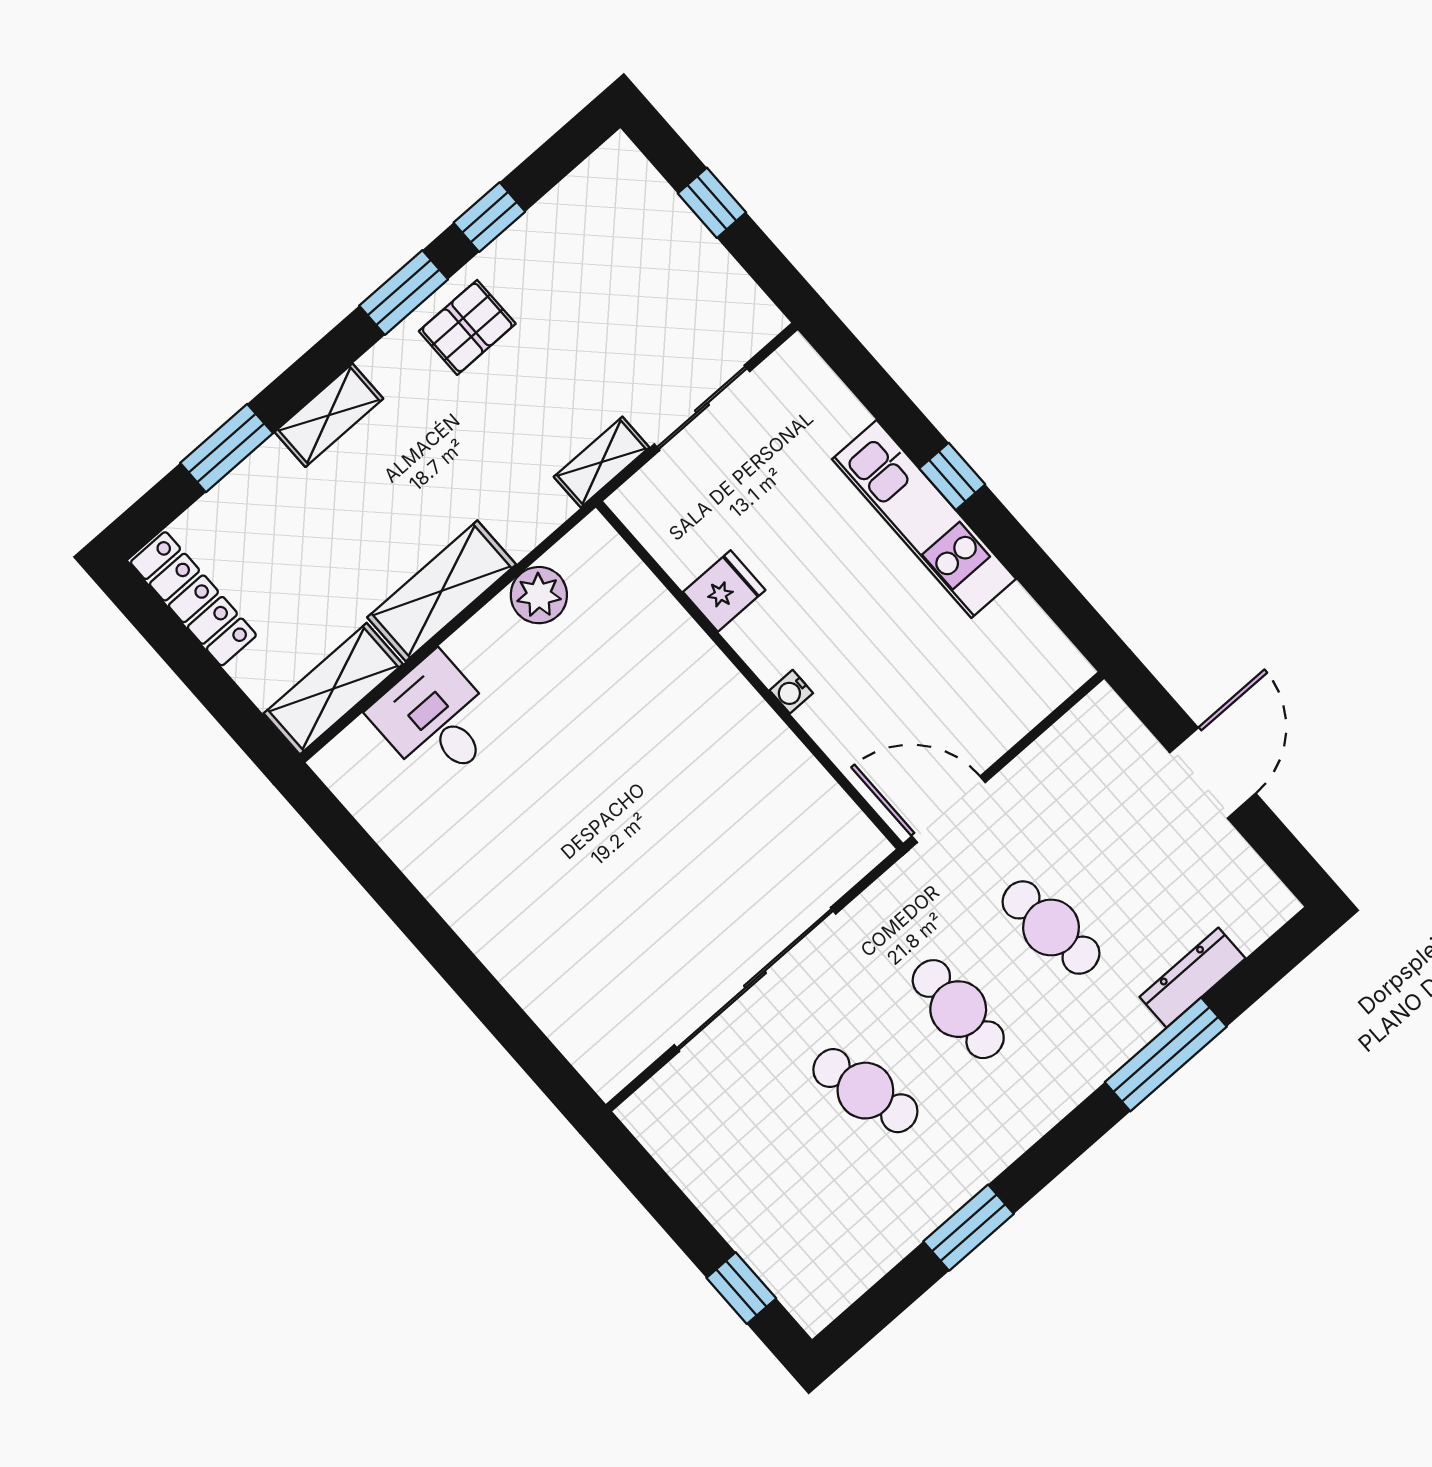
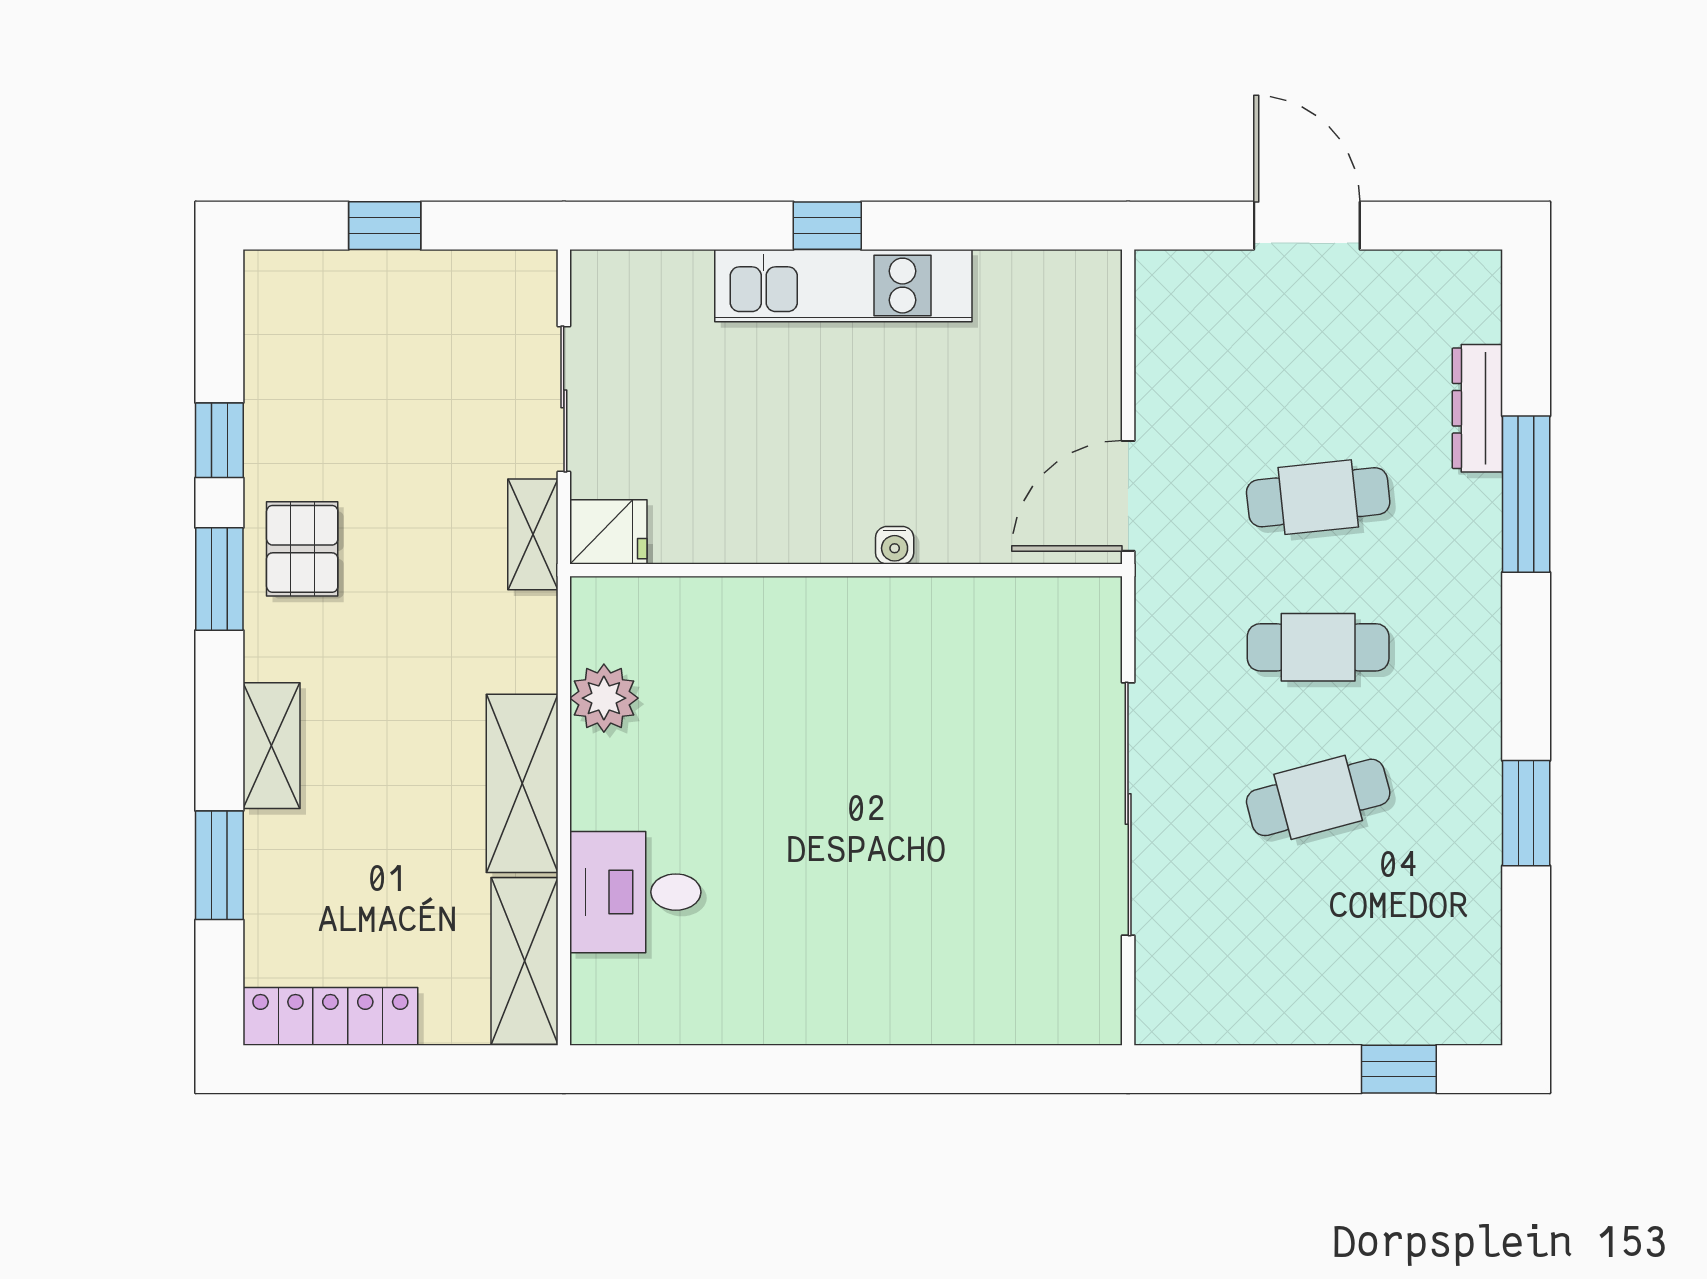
fridge: (724, 591) -> (608, 532), moved, turned 90

